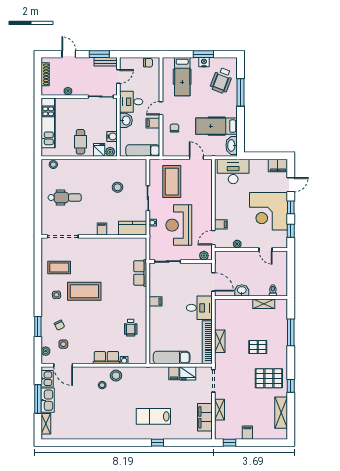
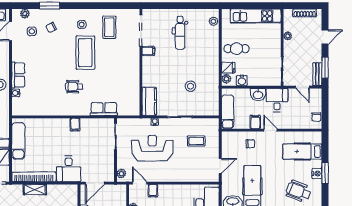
coffee table: (172, 182) -> (196, 141), width x0.54, depth x0.58
filing cabinet: (102, 229) -> (148, 51), moved
wheelchair: (131, 328) -> (74, 87), moved

